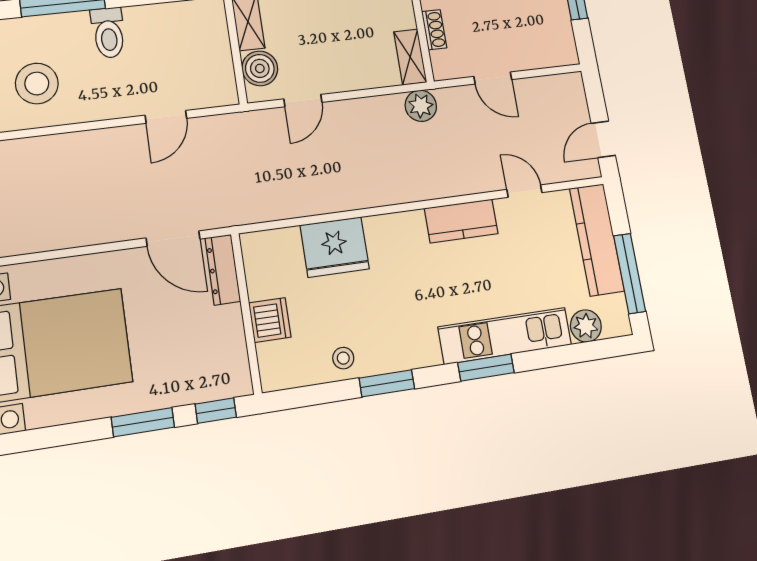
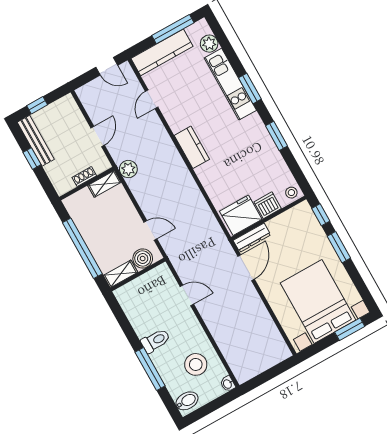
kitchen counter: (461, 221) -> (192, 147), moved
fridge: (335, 247) -> (241, 215), moved, turned -90
stool: (343, 358) -> (291, 193), moved

